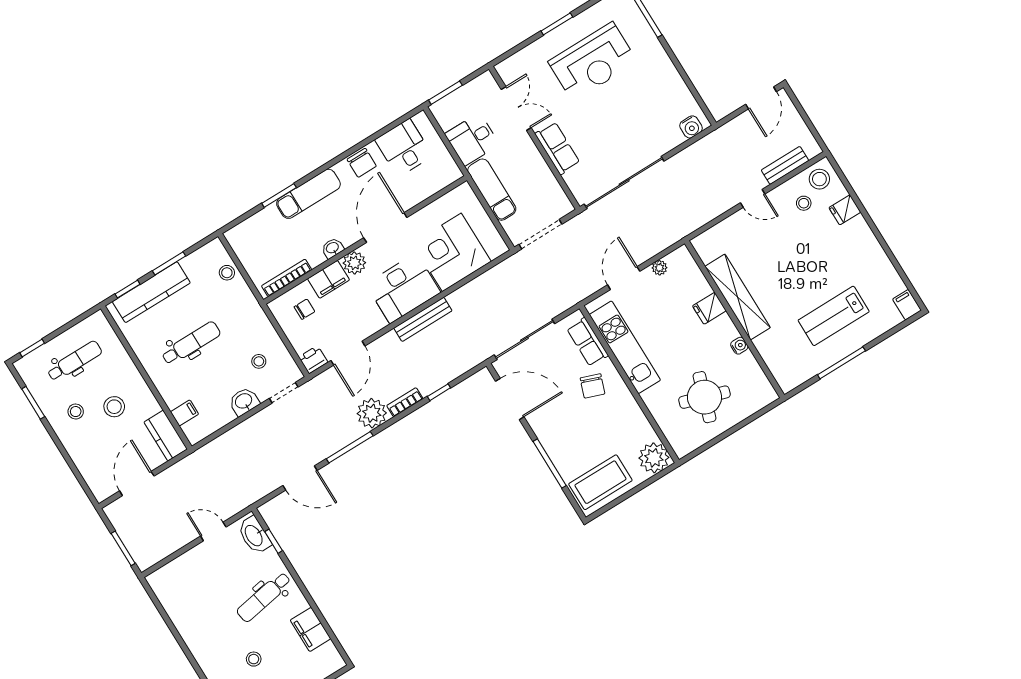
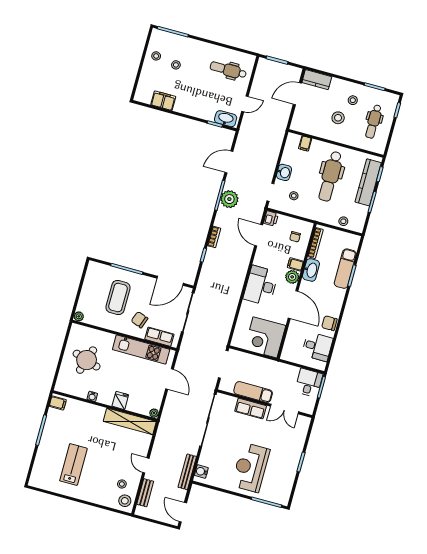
reception desk: (593, 62) -> (251, 468), moved
desk: (472, 139) -> (309, 383), moved
exam couch: (492, 190) -> (253, 392), moved, turned 180
exam couch: (308, 194) -> (345, 269), moved
door: (753, 198) -> (146, 465), hinge flipped
fridge: (845, 210) -> (101, 498), removed
washbasin: (333, 248) -> (311, 270), width x1.91, depth x1.45
corner desk: (452, 252) -> (265, 337), moved, turned 180
plant: (660, 268) -> (154, 413), moved
filing cabinet: (328, 279) -> (295, 264), width x0.50
shelving: (738, 297) -> (130, 421), moved
filing cabinet: (907, 305) -> (58, 403), moved
lab bench: (834, 316) -> (73, 465), moved
bench: (423, 319) -> (187, 472), moved
dental chair: (191, 343) -> (330, 176), width x1.36, depth x1.38
plant: (372, 413) -> (229, 199), moved
kitchen counter: (166, 436) -> (317, 80), moved, turned 180
plant: (654, 458) -> (79, 316), width x0.53, depth x0.53
coffee table: (600, 482) -> (118, 297), moved
door: (137, 483) -> (297, 94), swing flipped
dental chair: (264, 597) -> (228, 70), moved, turned -80

